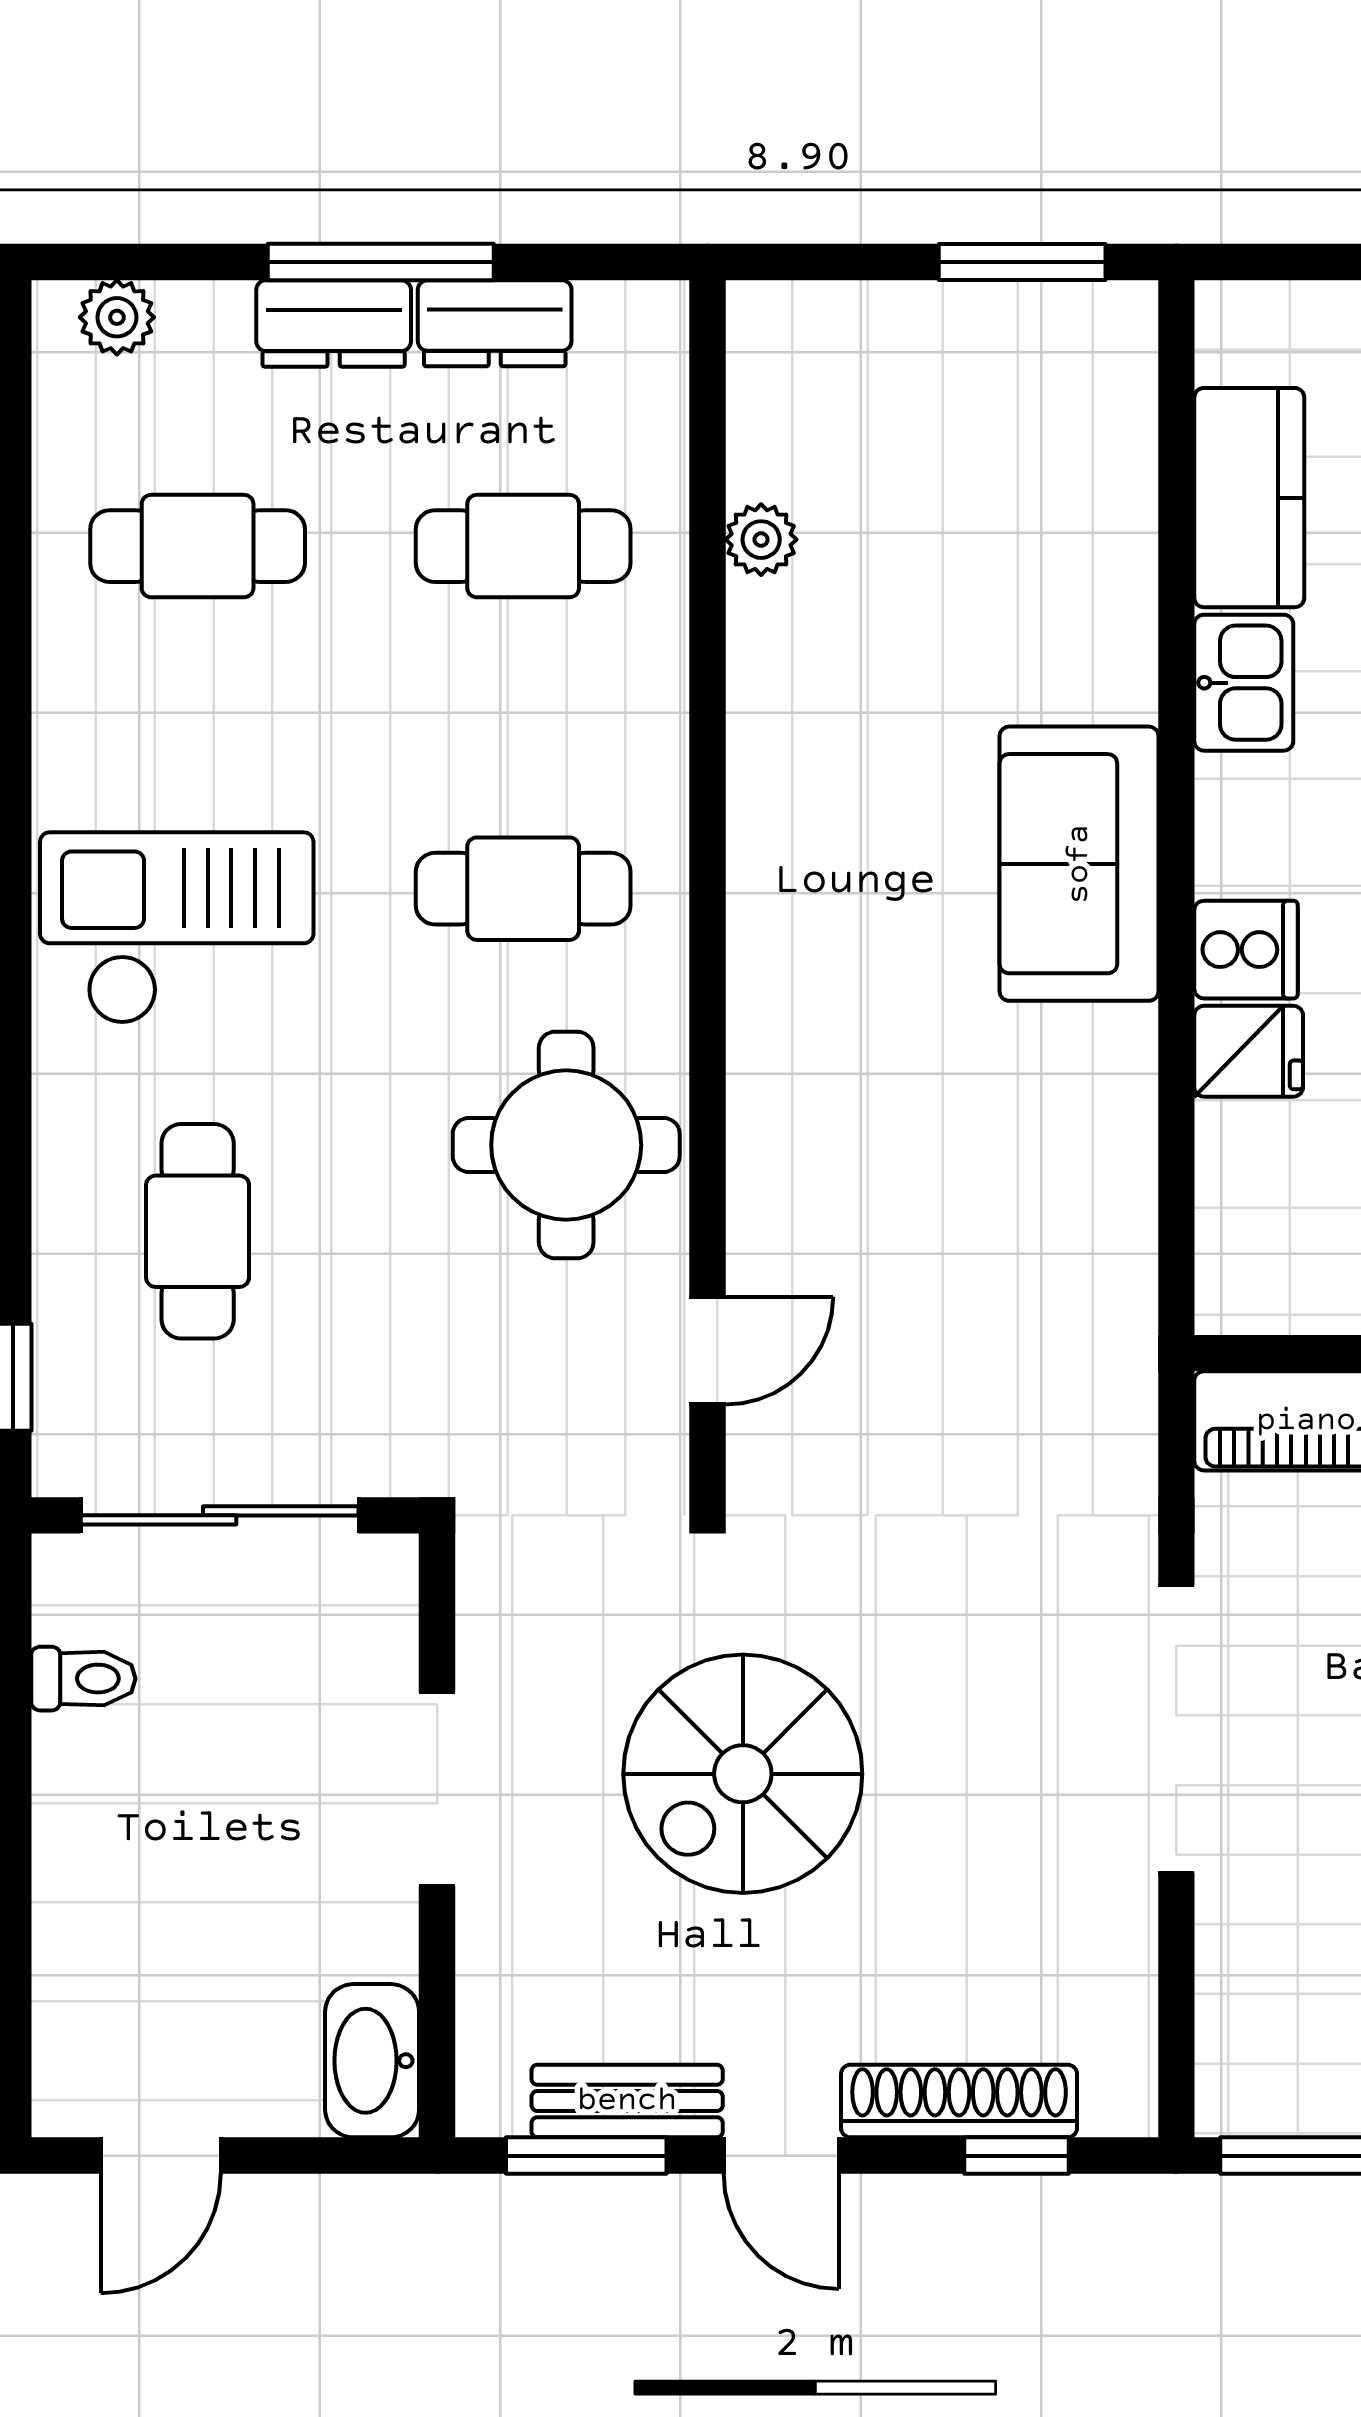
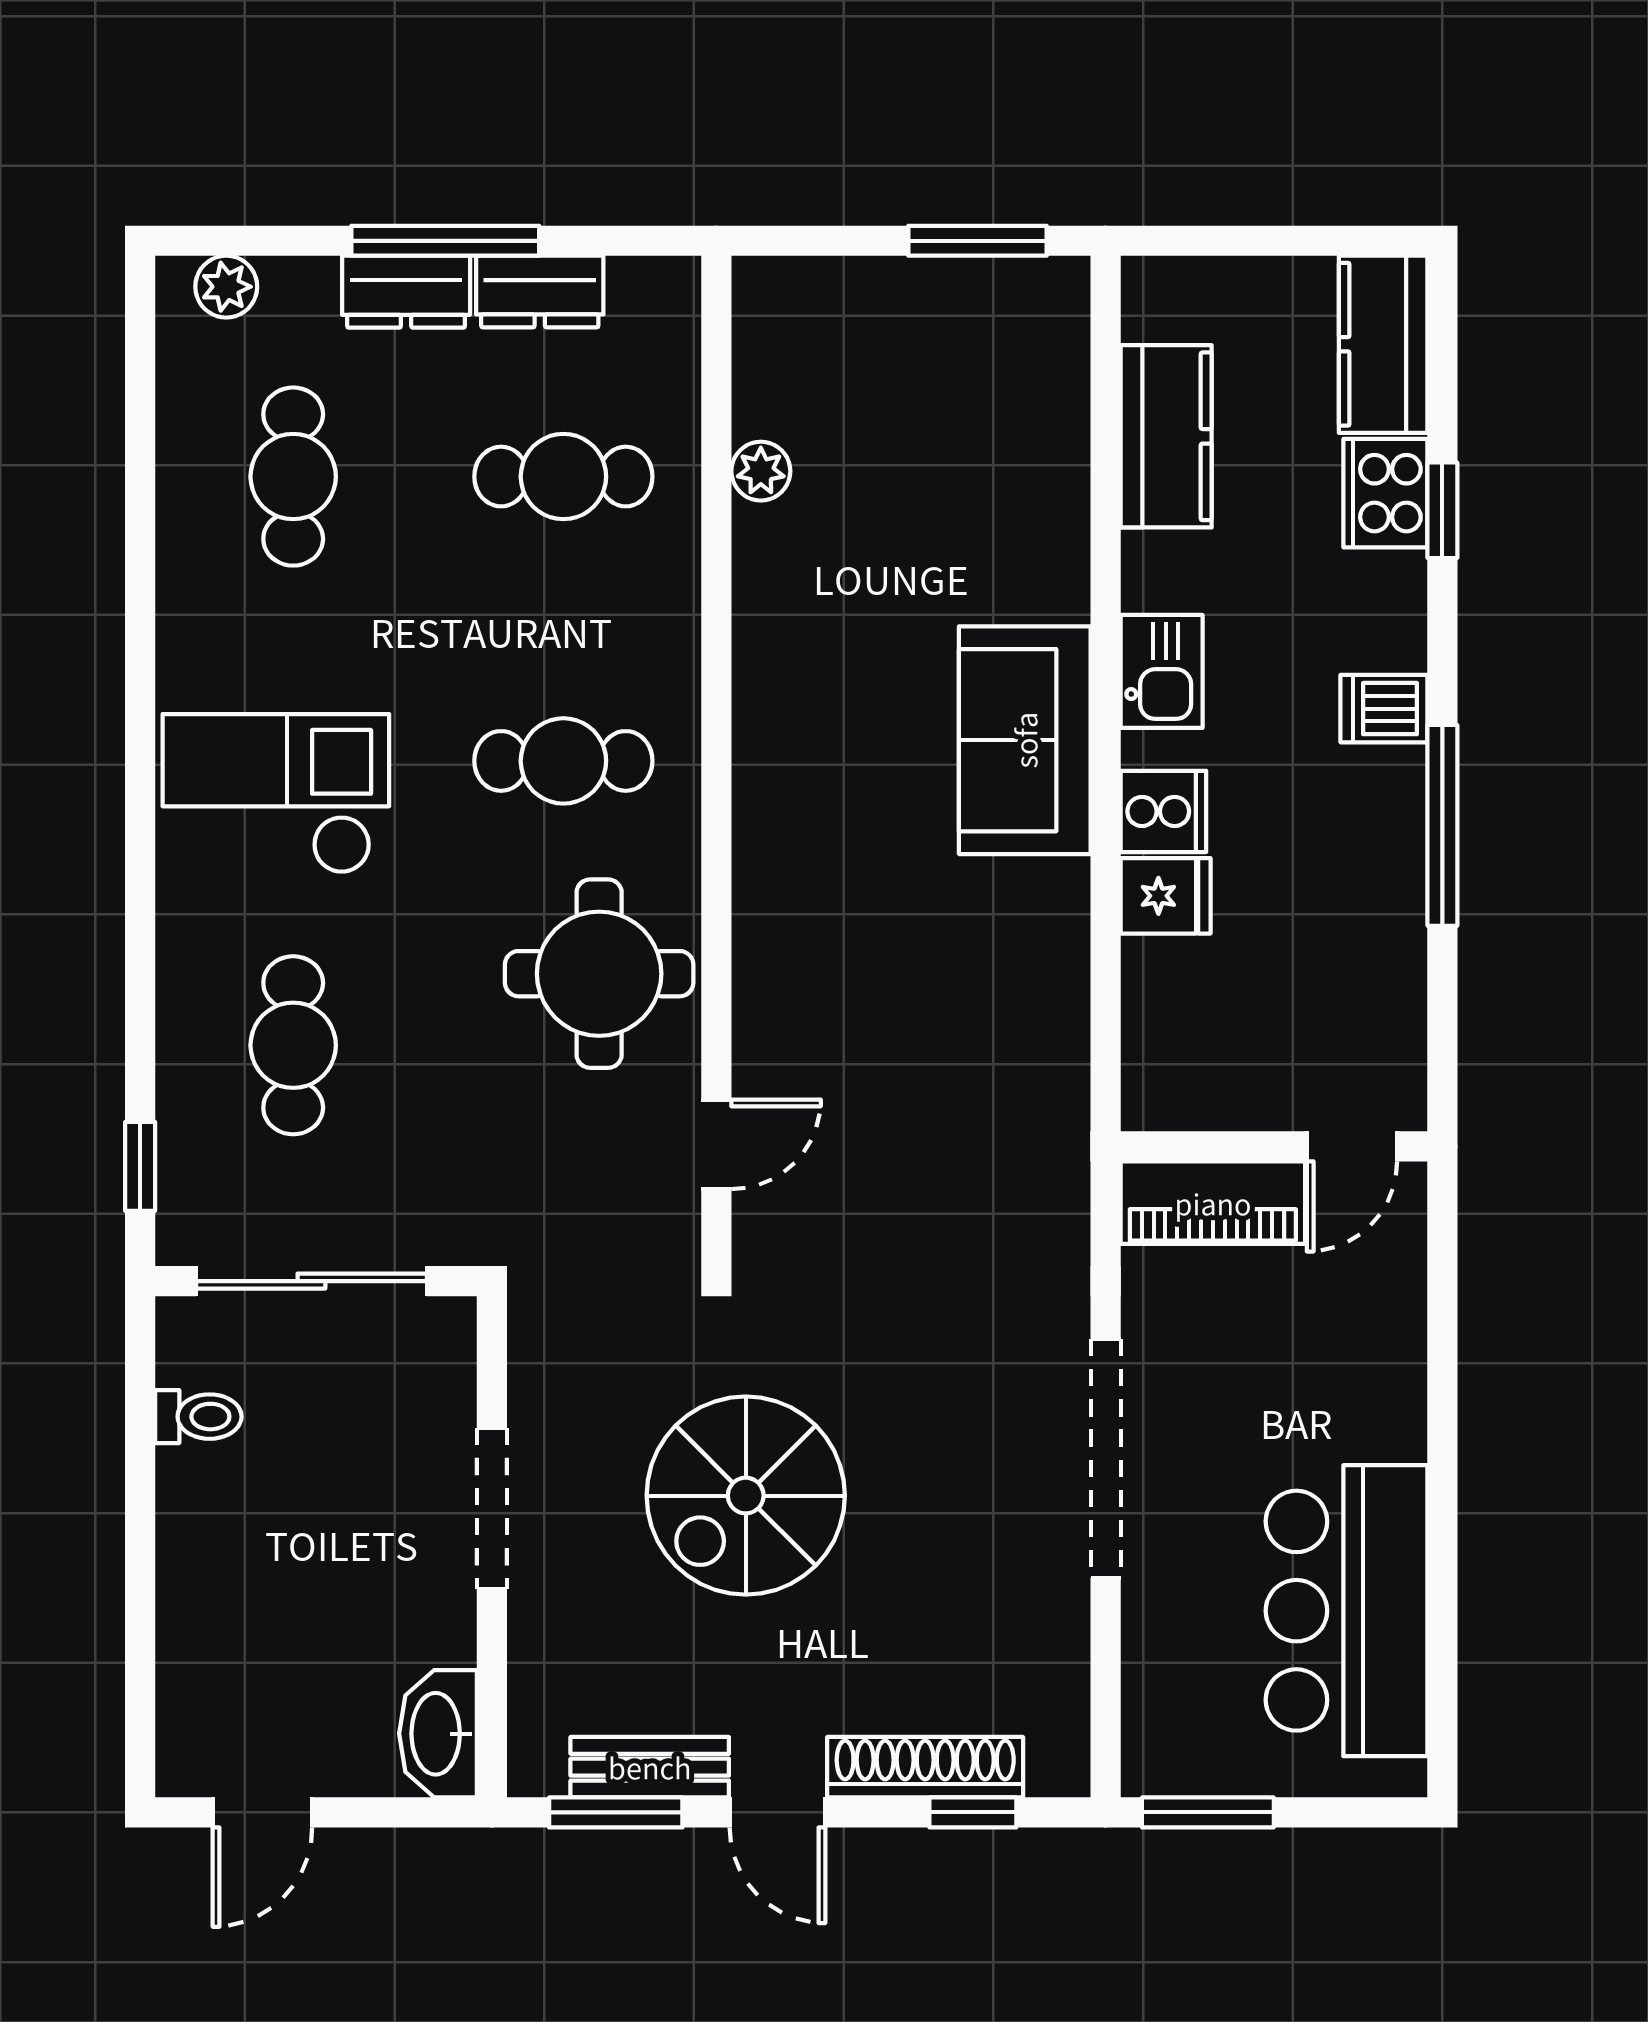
cafe table: (198, 546) -> (293, 477), turned 90
kitchen sink: (1244, 683) -> (1162, 671), moved

